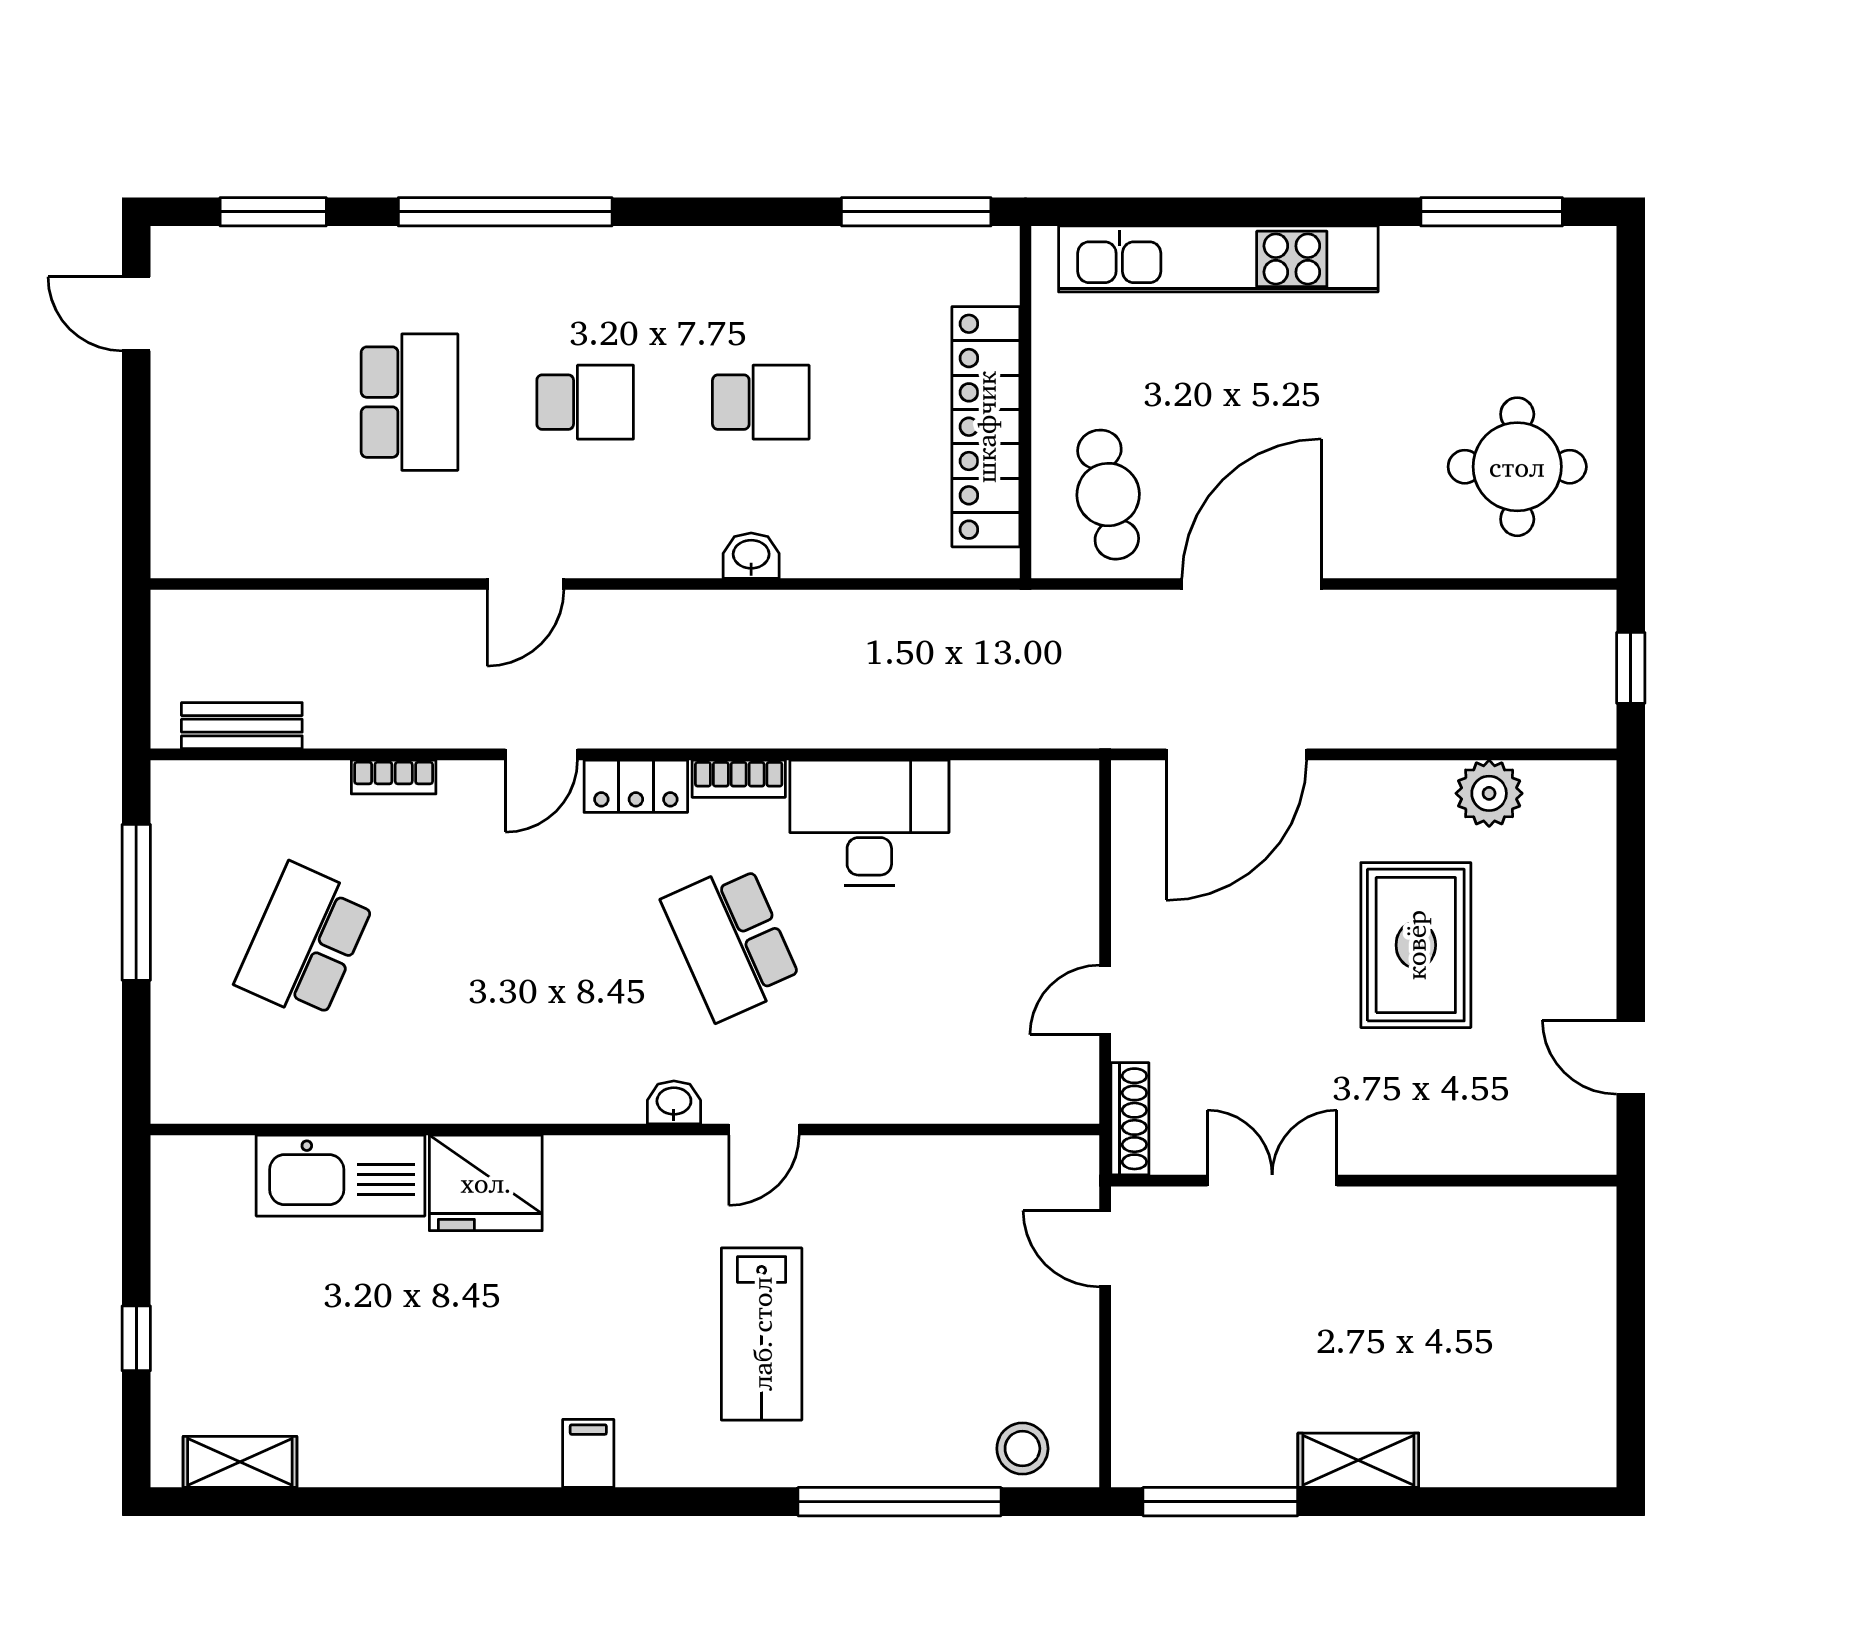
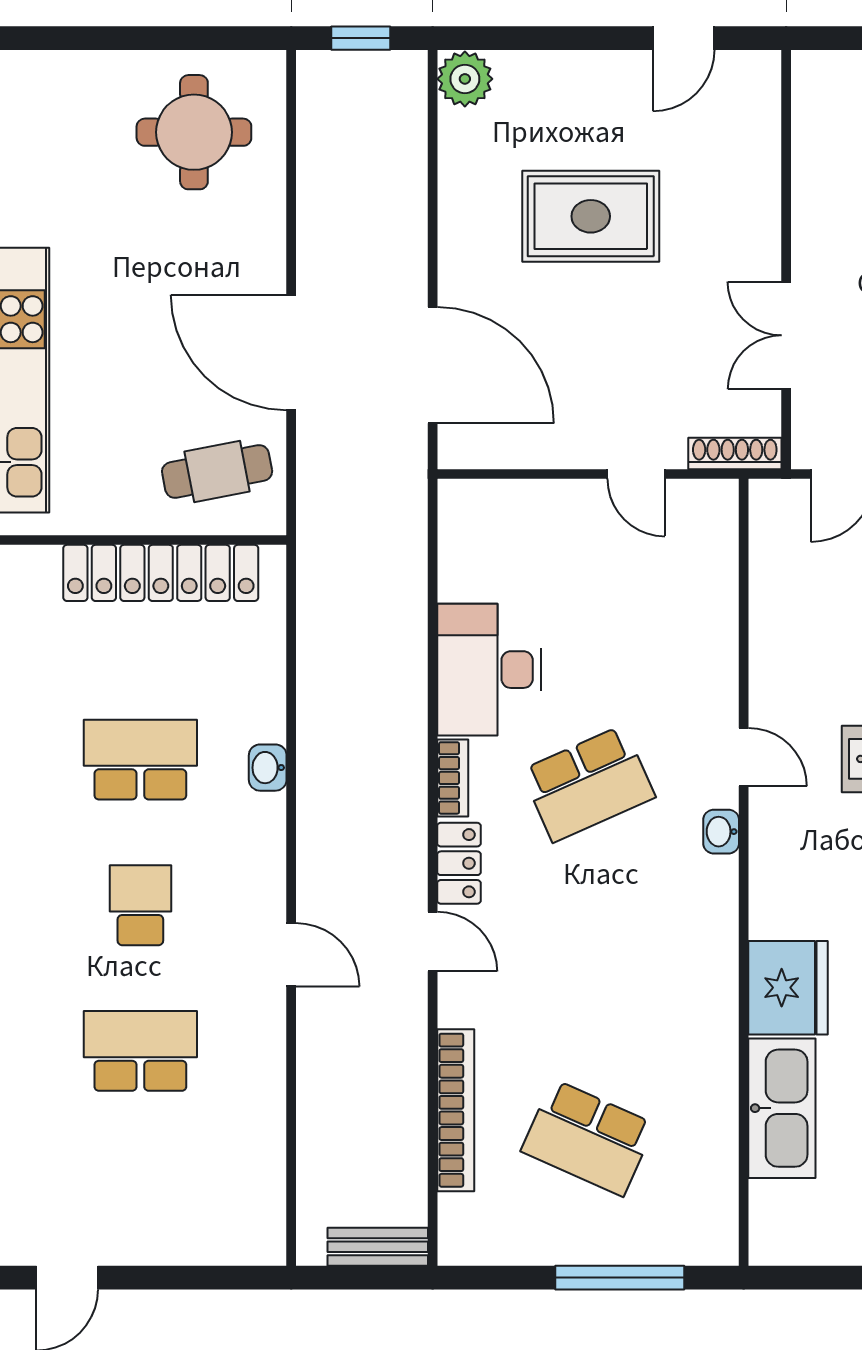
school desk: (761, 402) -> (140, 760), width x1.85
bench: (242, 726) -> (378, 1247), moved, turned 90
bookcase: (394, 777) -> (456, 1110), width x2.31, depth x1.31
plant: (1489, 793) -> (465, 79), moved
window: (136, 902) -> (620, 1278), moved

